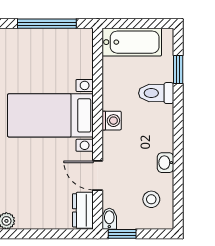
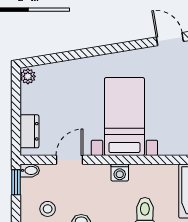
dresser: (83, 210) -> (29, 131), moved, turned 90

